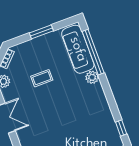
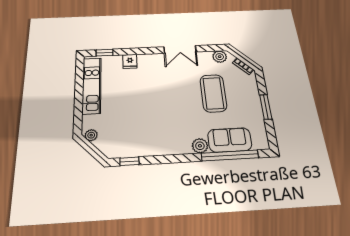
sofa: (78, 49) -> (230, 140), width x0.73
coffee table: (42, 78) -> (213, 93), width x1.86, depth x1.72

